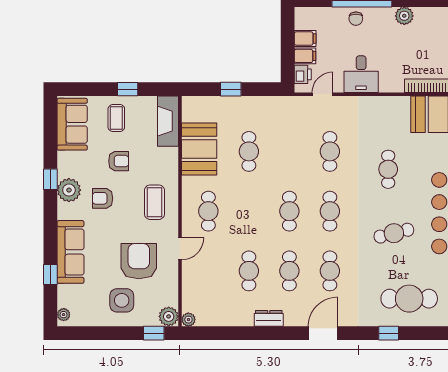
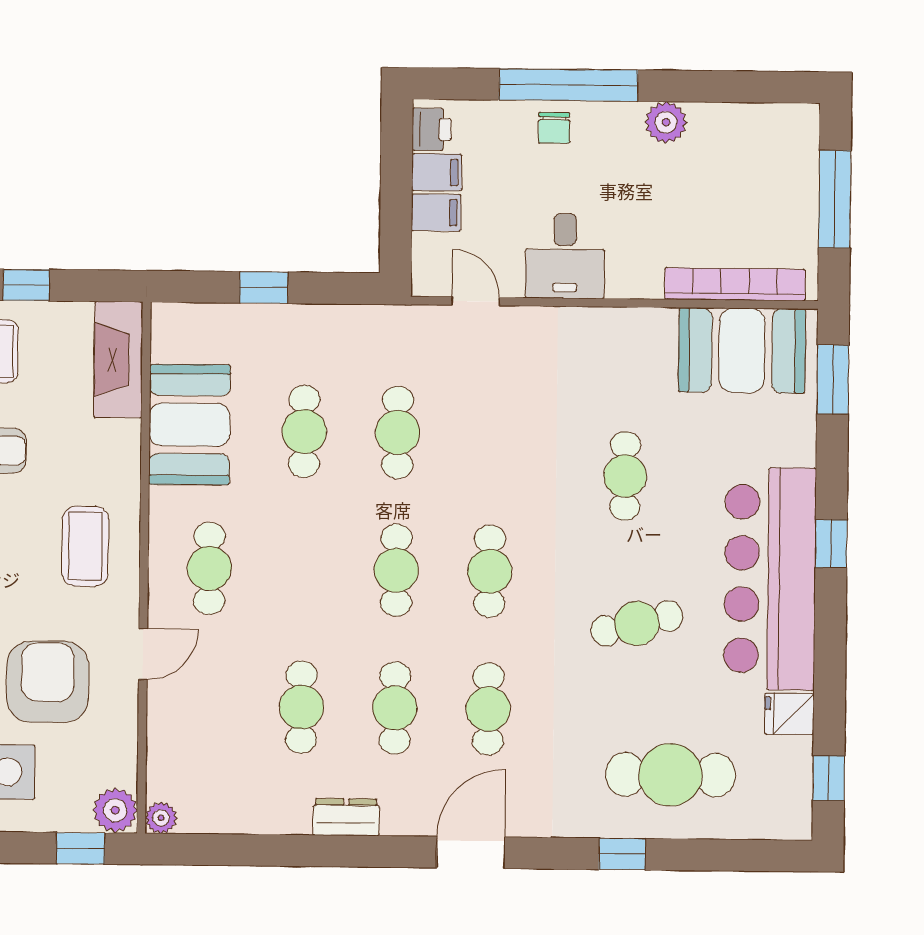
printer: (303, 74) -> (432, 129), moved
door: (323, 94) -> (476, 301), hinge flipped
cafe table: (330, 151) -> (398, 432), moved

